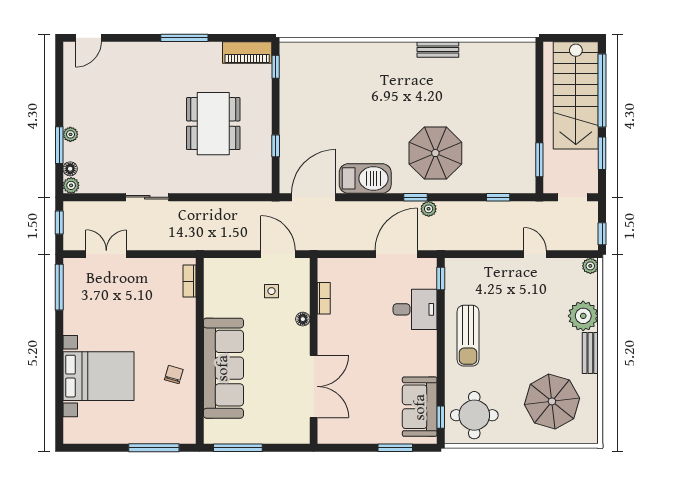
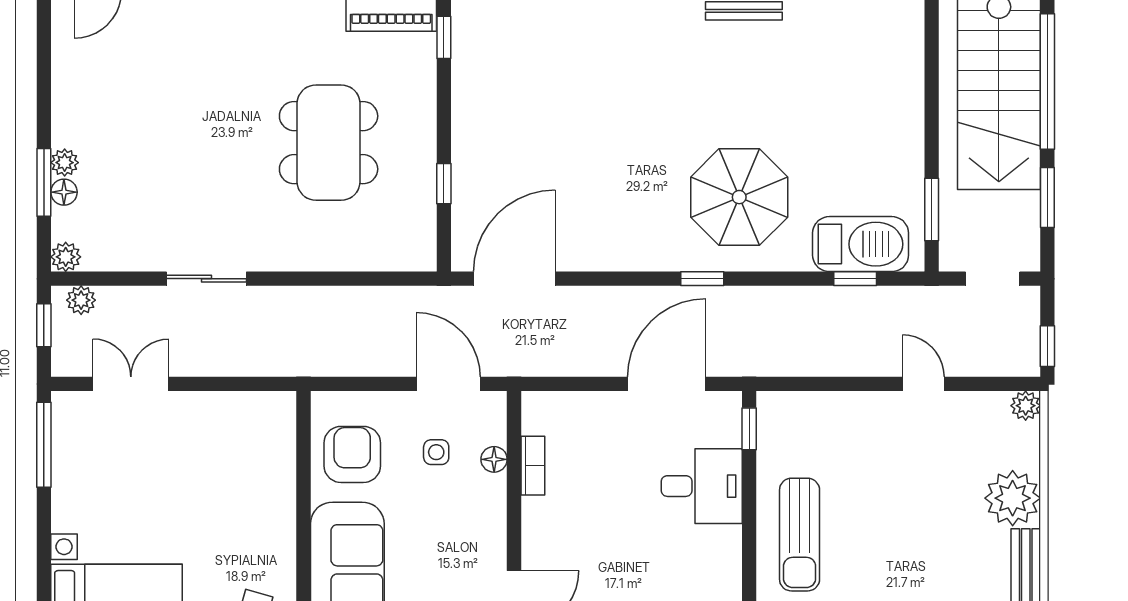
floor lamp: (70, 169) -> (64, 192), moved
barbecue: (365, 178) -> (861, 244), moved
plant: (429, 209) -> (81, 300), moved
bookcase: (189, 281) -> (285, 434), removed
armchair: (226, 292) -> (352, 454), added
floor lamp: (303, 319) -> (494, 459), moved

